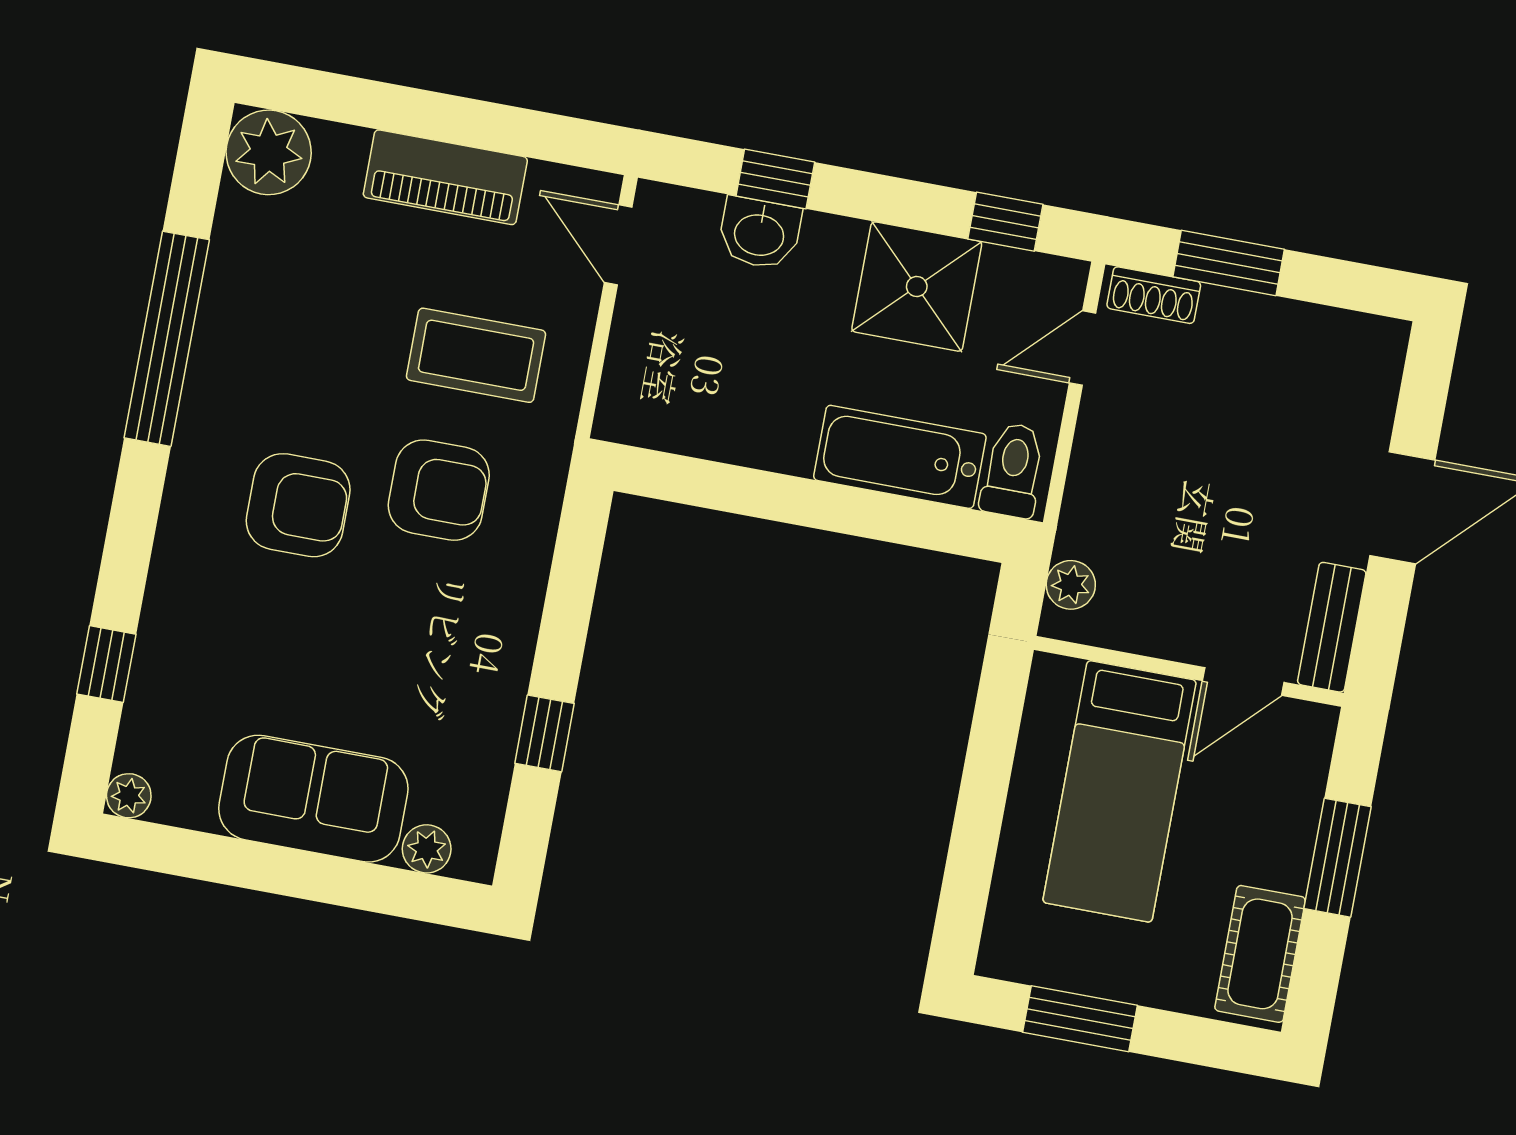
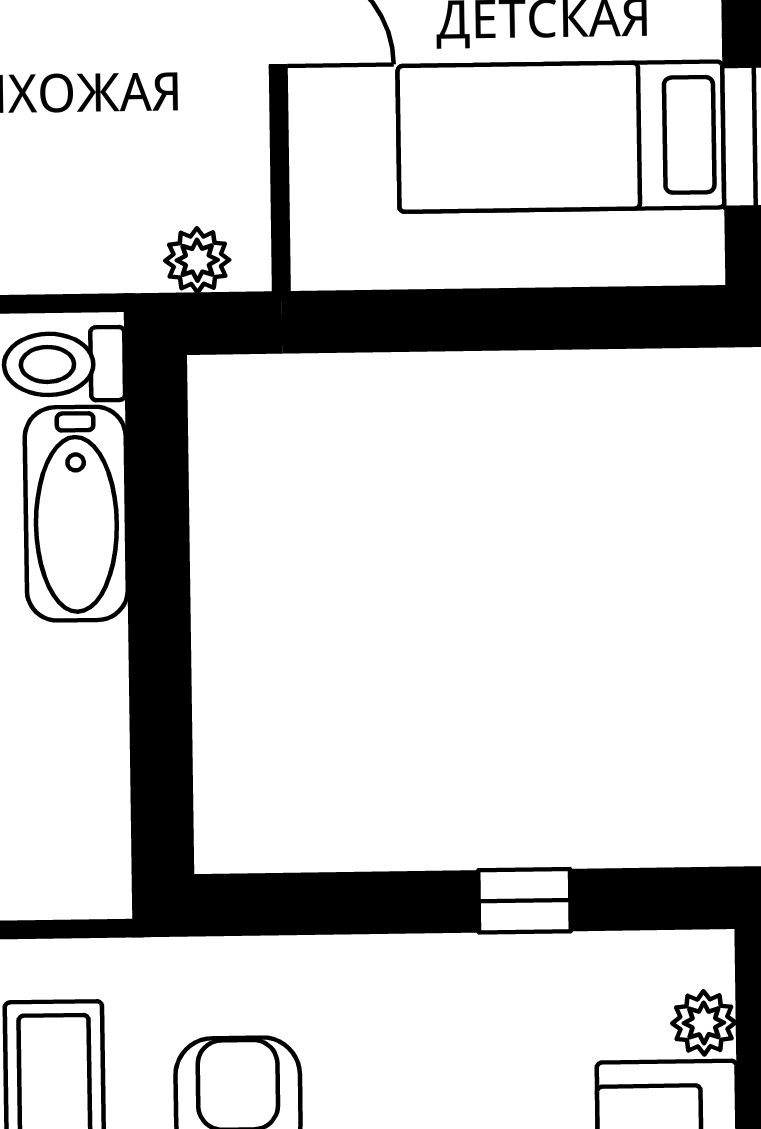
bed: (1119, 791) -> (561, 137), moved, turned 180

